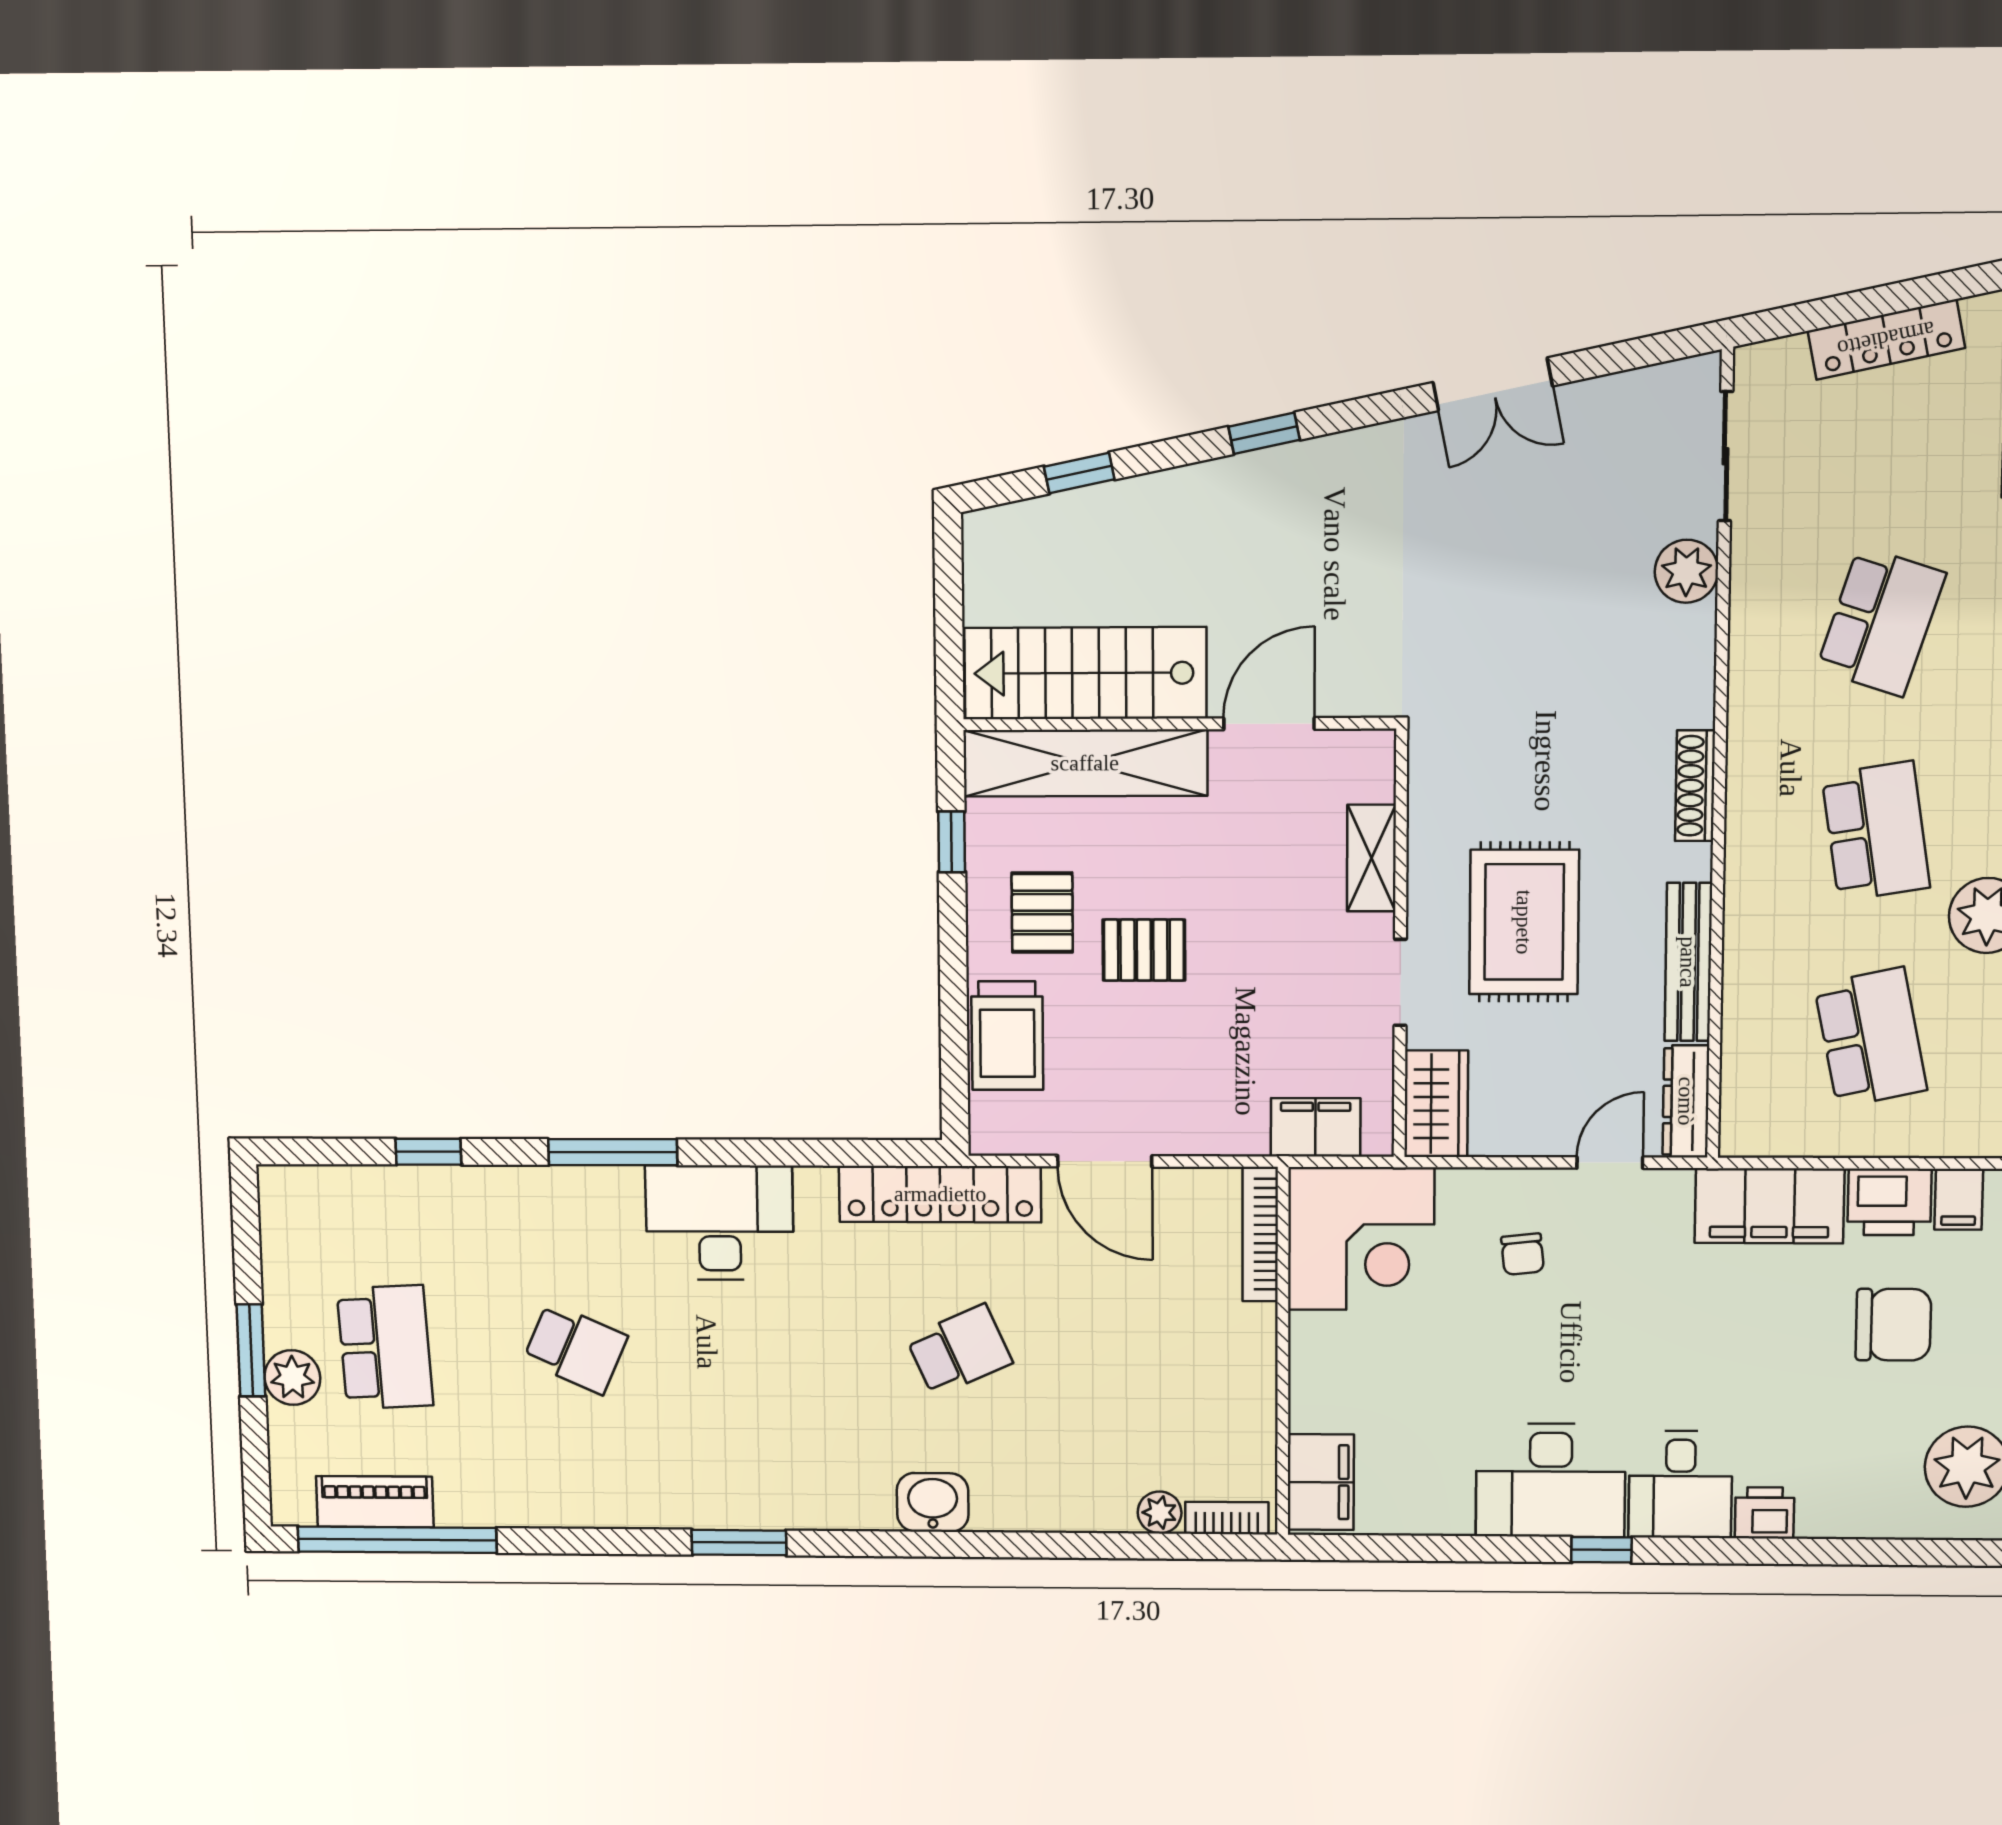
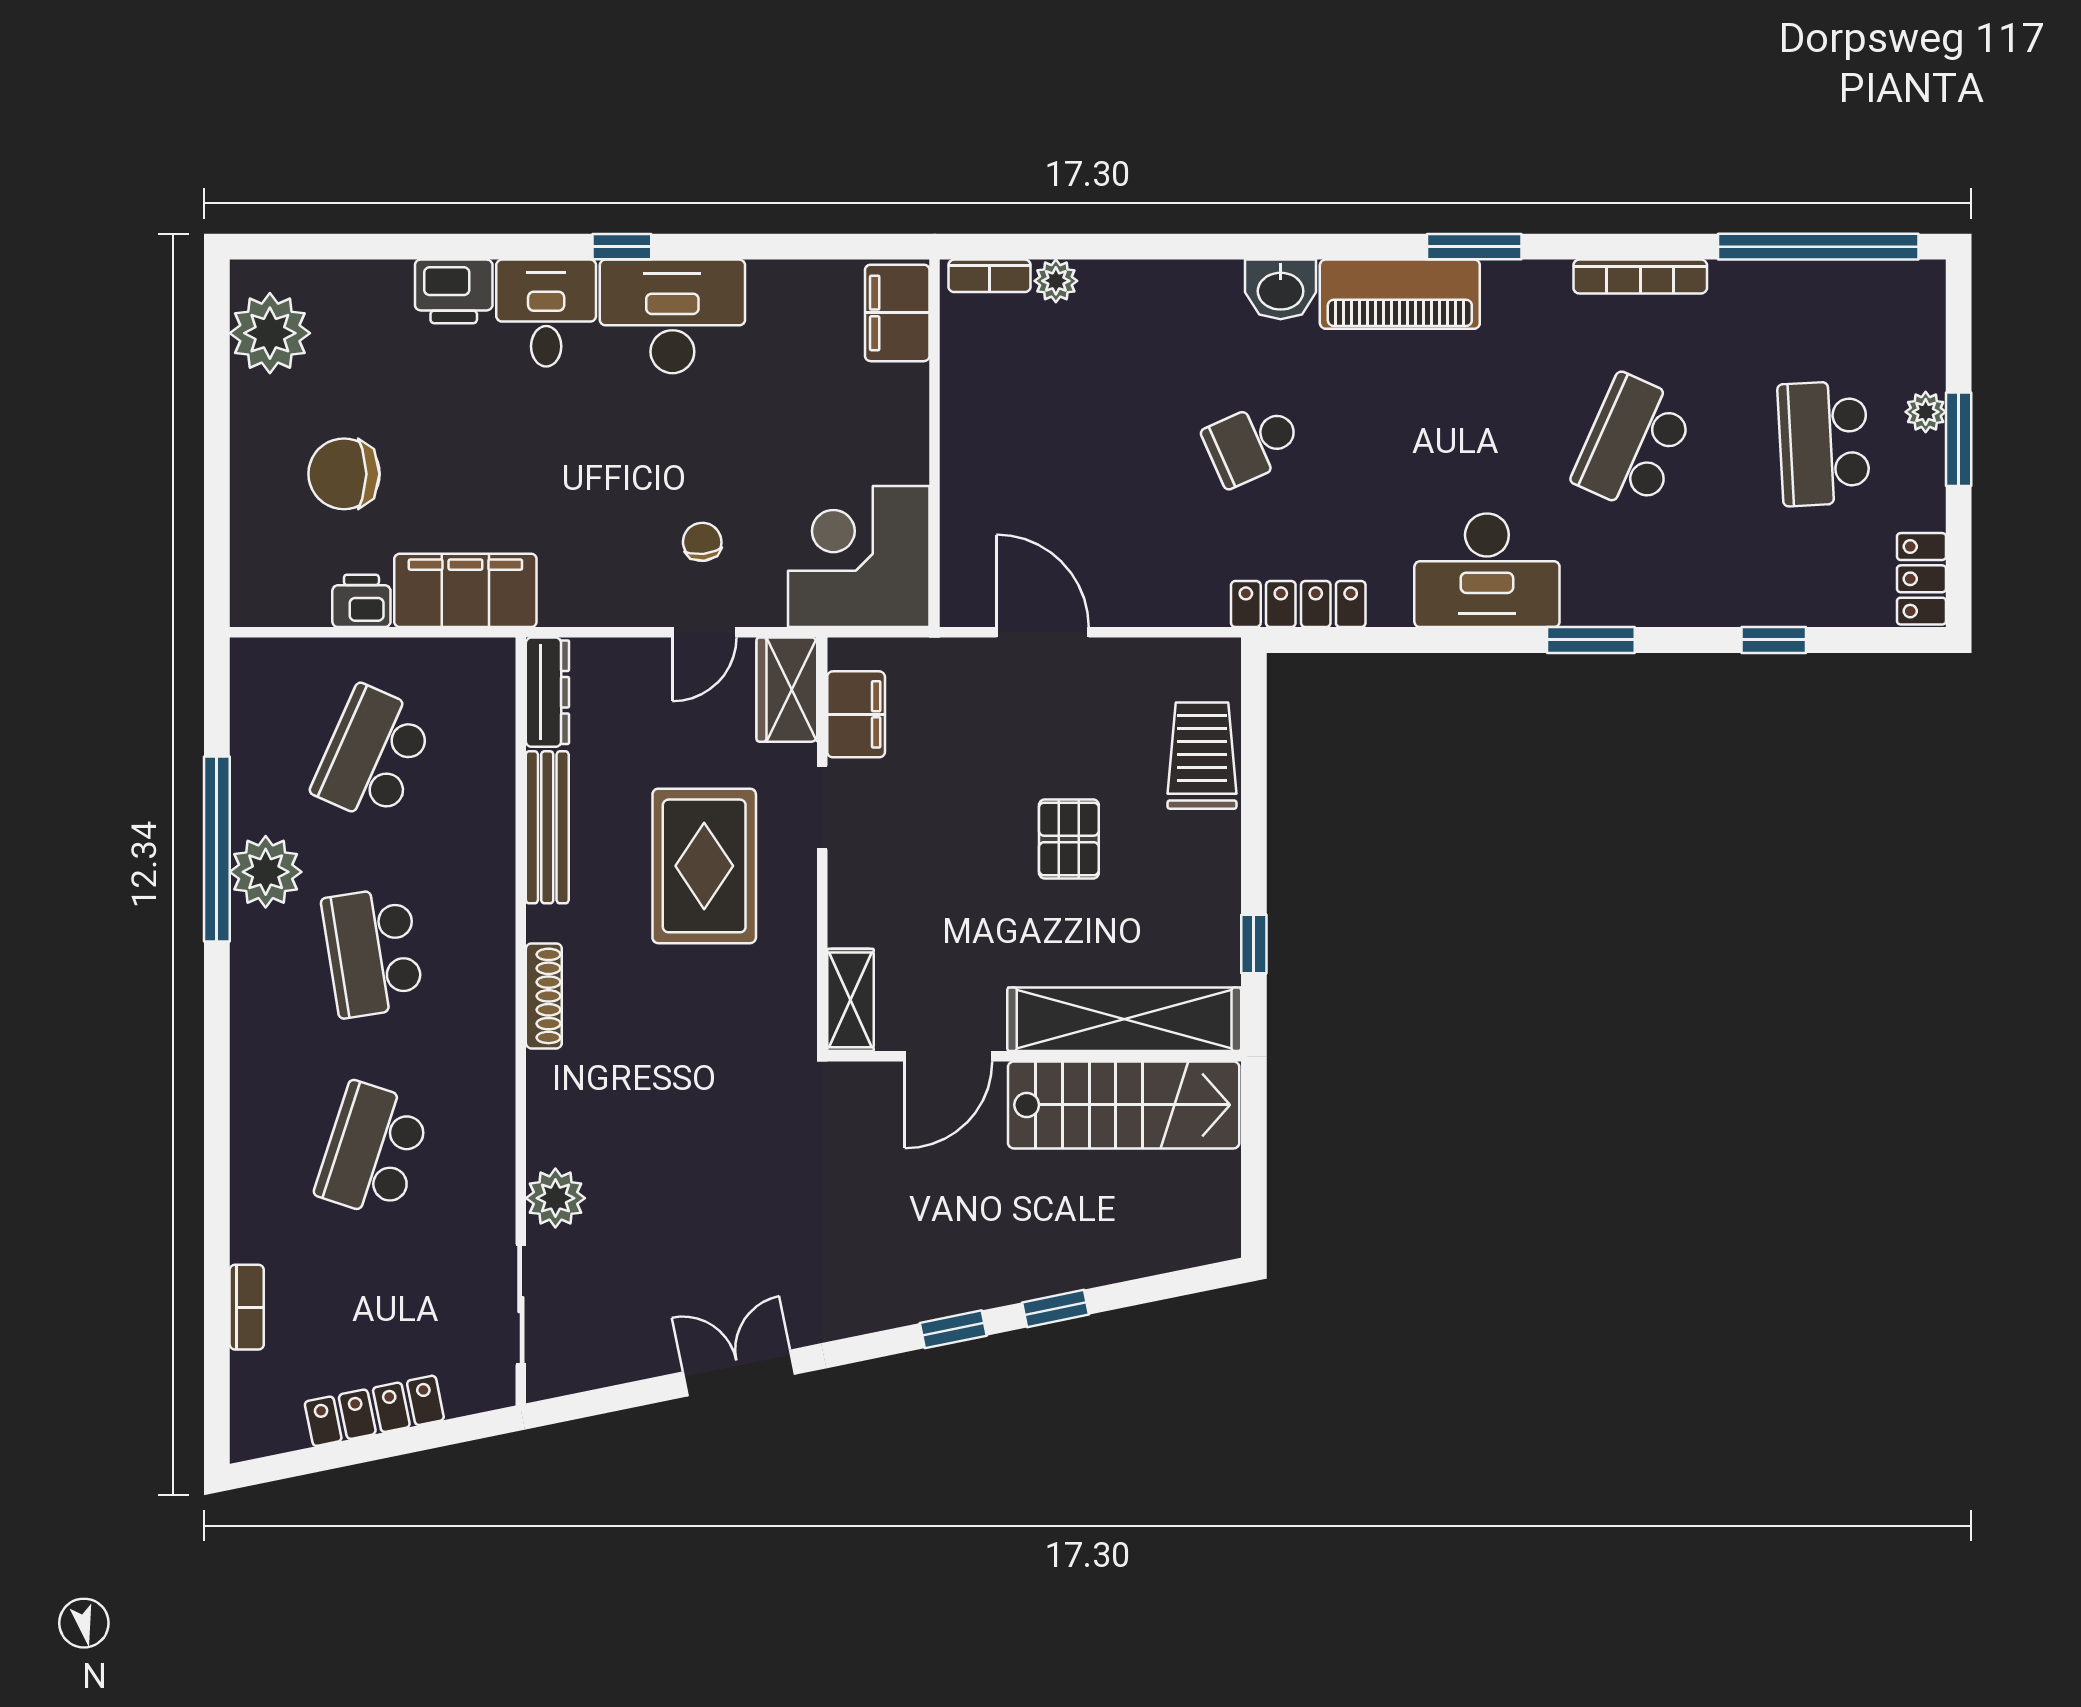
window: (1079, 473) -> (1056, 1308), moved
shelving: (1371, 858) -> (850, 1000), moved
pallet: (1042, 913) -> (1167, 876), removed
pallet: (1144, 950) -> (1069, 839), turned 90
school desk: (1871, 1038) -> (373, 754), turned 36
filing cabinet: (1316, 1127) -> (856, 714), moved, turned -90
window: (613, 1152) -> (1591, 640), width x0.69
door: (1105, 1161) -> (1043, 632), moved
door: (1610, 1163) -> (704, 632), moved
locker: (940, 1194) -> (1298, 604), width x0.71, depth x0.83
filing cabinet: (1959, 1199) -> (285, 597), removed
printer: (1889, 1202) -> (361, 601), width x0.73, depth x0.81
locker: (283, 1212) -> (1921, 579), added
bookcase: (1260, 1234) -> (1640, 276), moved, turned 90
school desk: (575, 1348) -> (1633, 443), width x1.85
plant: (292, 1378) -> (1926, 412), width x0.73, depth x0.73
piano: (375, 1502) -> (1400, 294), moved, width x1.37, depth x1.33
printer: (1765, 1513) -> (454, 291), width x1.36, depth x1.24

